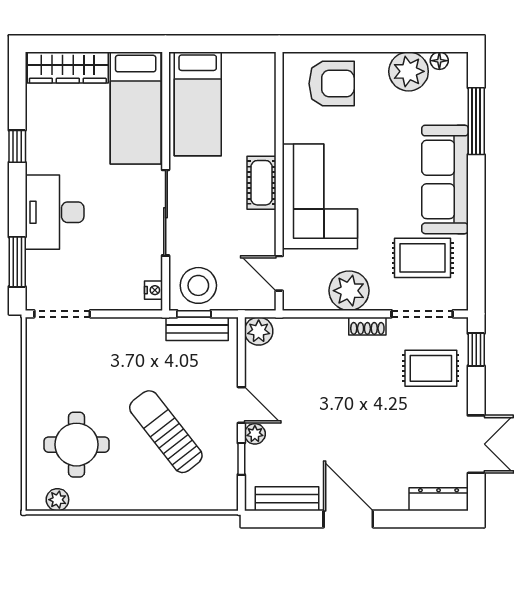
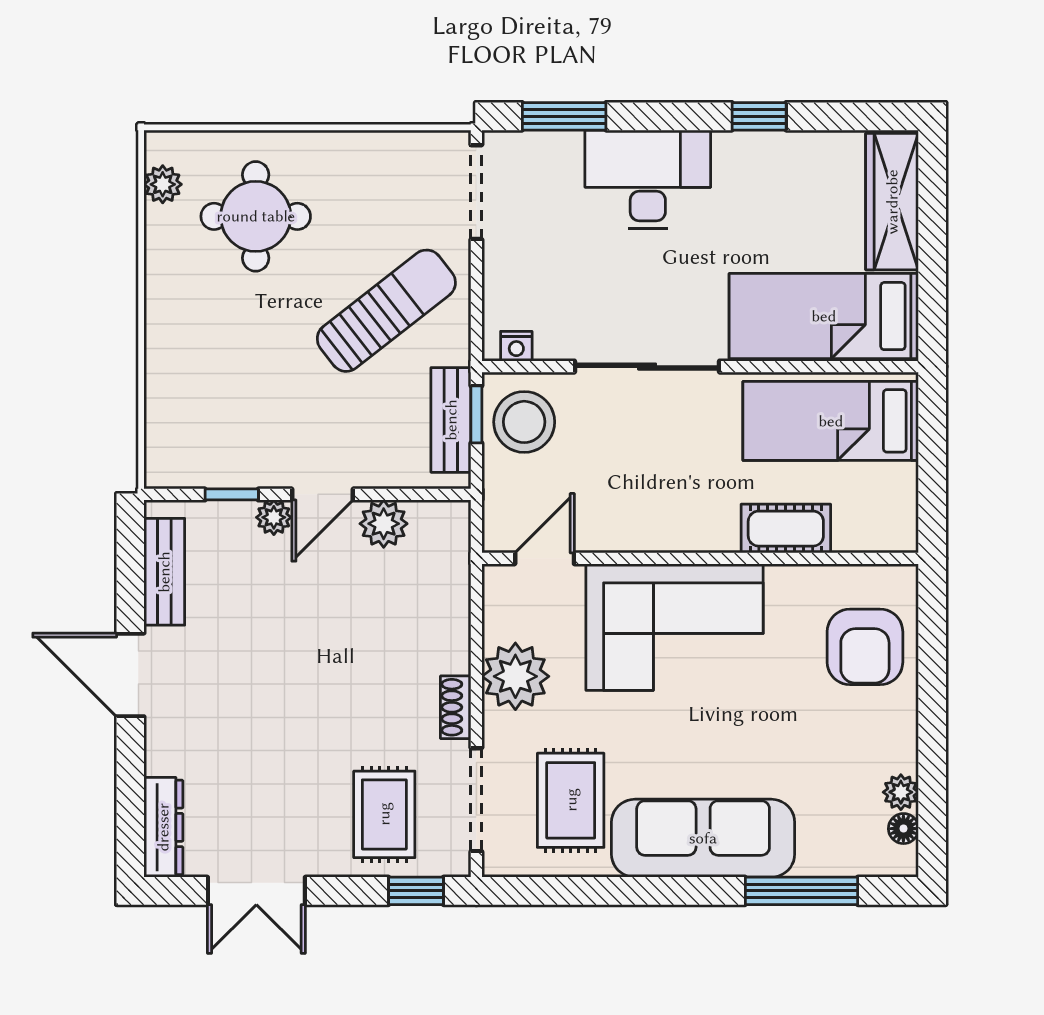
plant: (409, 71) -> (901, 792), width x0.53, depth x0.53
cot: (262, 183) -> (786, 529), moved
plant: (259, 331) -> (384, 524), moved
sun lounger: (166, 432) -> (386, 311), moved
door: (348, 519) -> (130, 675), swing flipped

